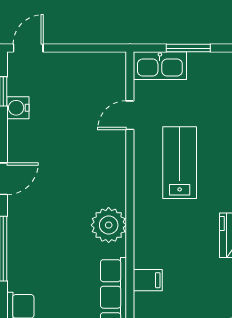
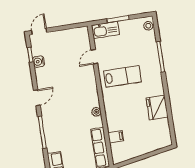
lab bench: (180, 163) -> (123, 76), turned 90
plant: (109, 225) -> (96, 112), width x0.53, depth x0.53

